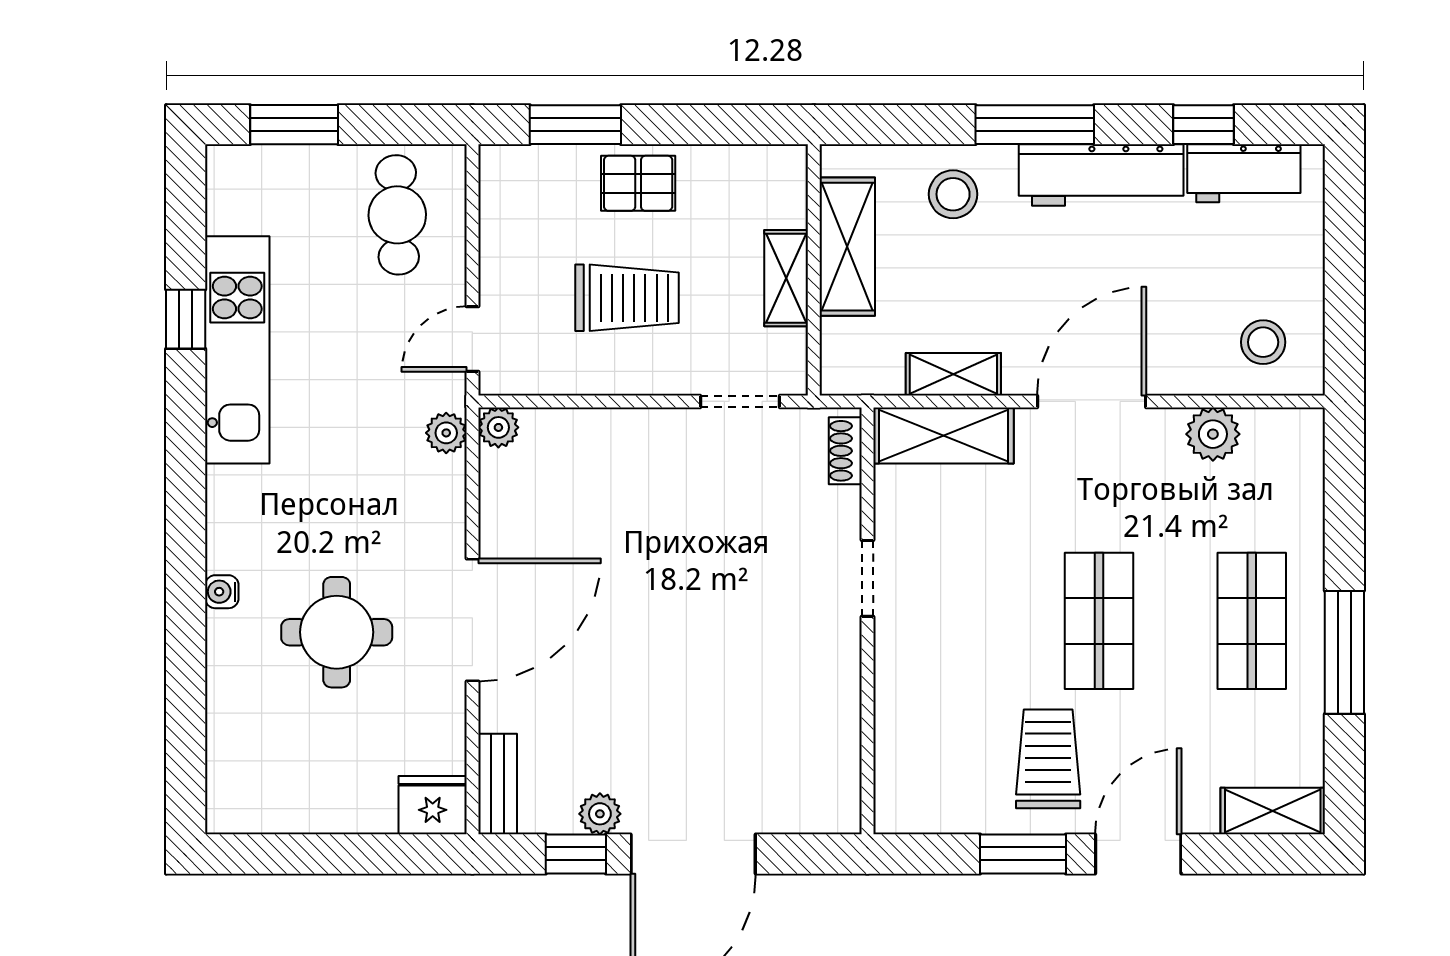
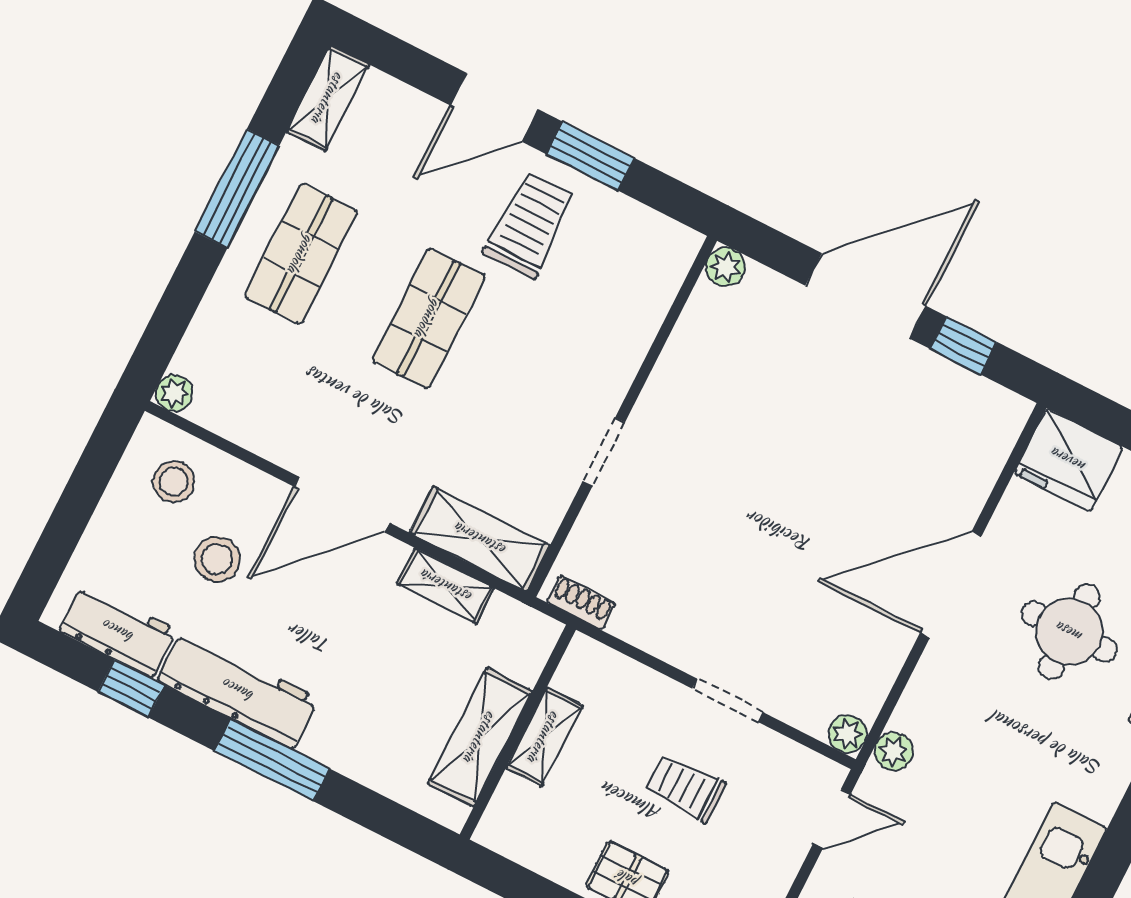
stool: (953, 194) -> (217, 559), moved
trolley: (627, 298) -> (685, 788), width x0.73, depth x0.72
doorway: (740, 401) -> (728, 700), moved
plant: (1213, 434) -> (174, 393), moved, width x0.73, depth x0.73
shoe rack: (845, 451) -> (581, 603), moved, turned -90
trolley: (1048, 759) -> (529, 225), turned 180
bench: (498, 784) -> (999, 437), removed
fridge: (433, 805) -> (1068, 460), width x1.36, depth x1.34
shelving: (1273, 811) -> (328, 98), moved, turned 90
plant: (600, 814) -> (725, 267), moved

